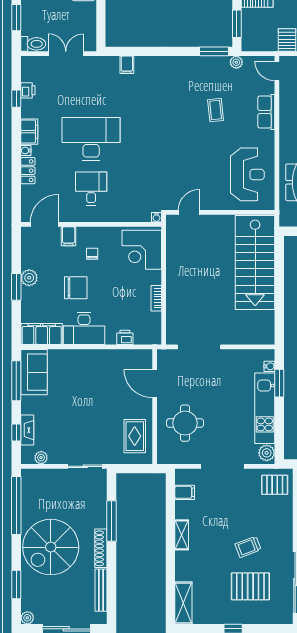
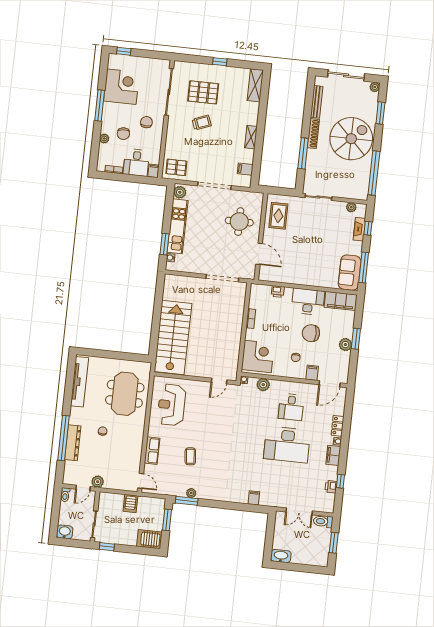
plant: (236, 62) -> (191, 493), moved
plant: (131, 214) -> (263, 385), added

